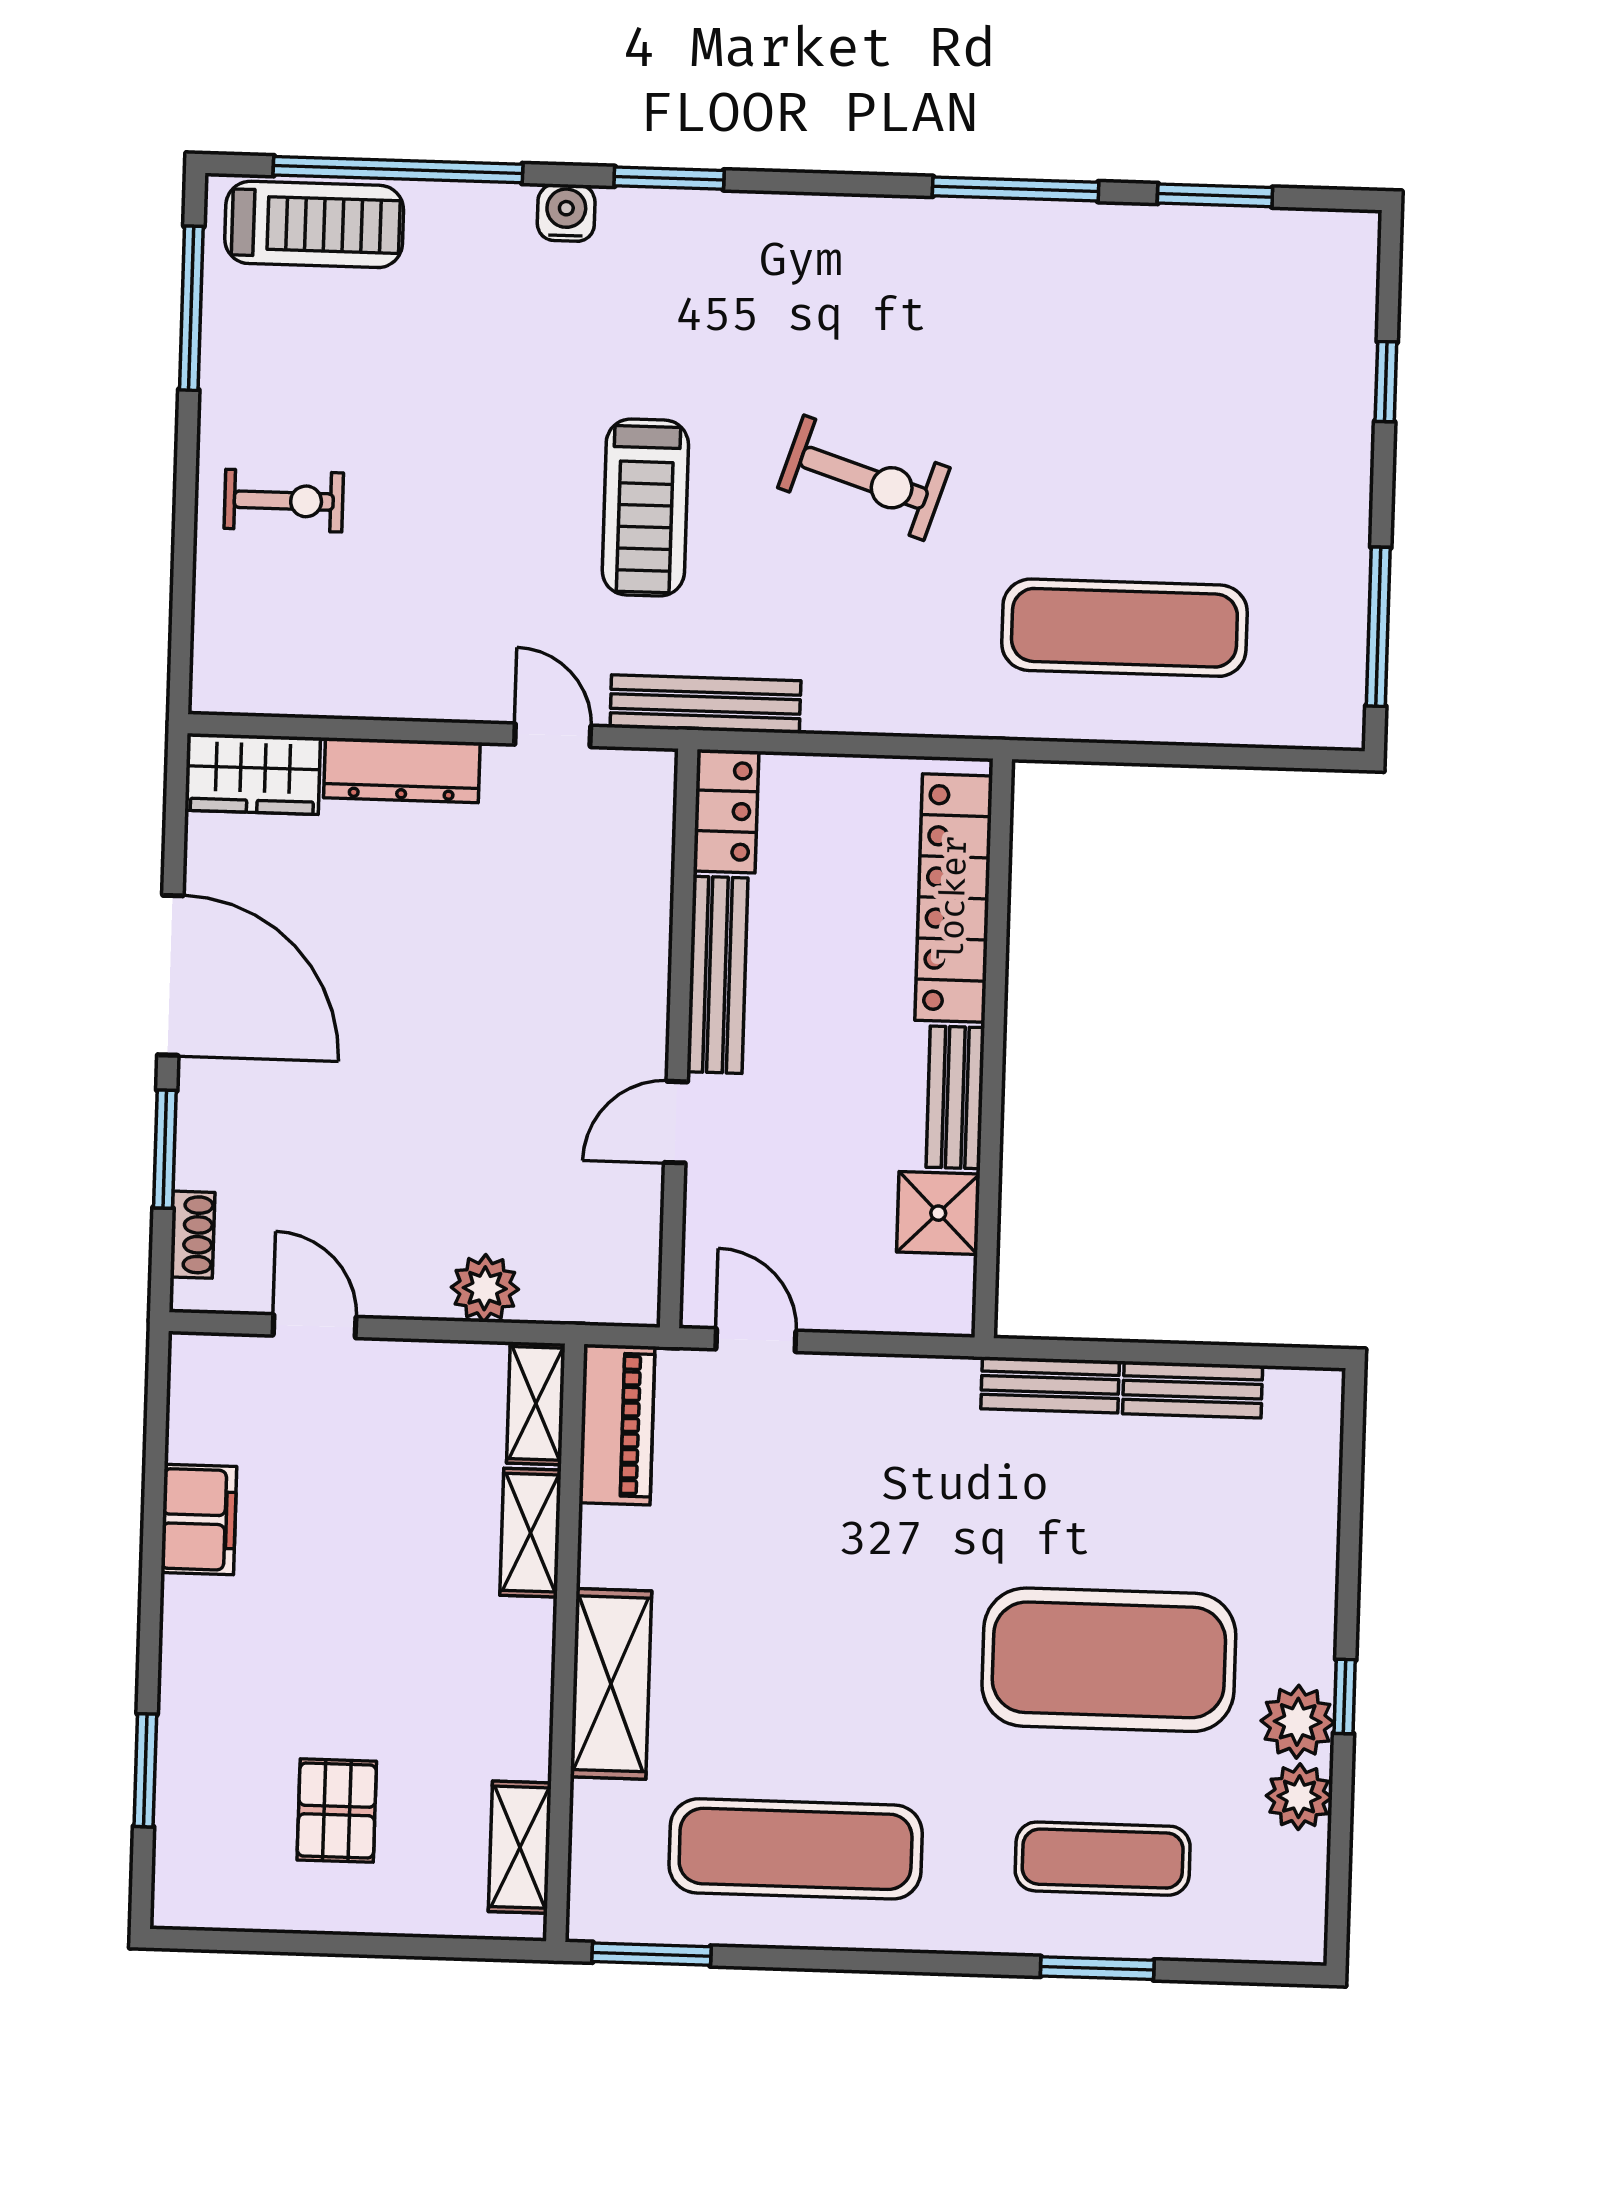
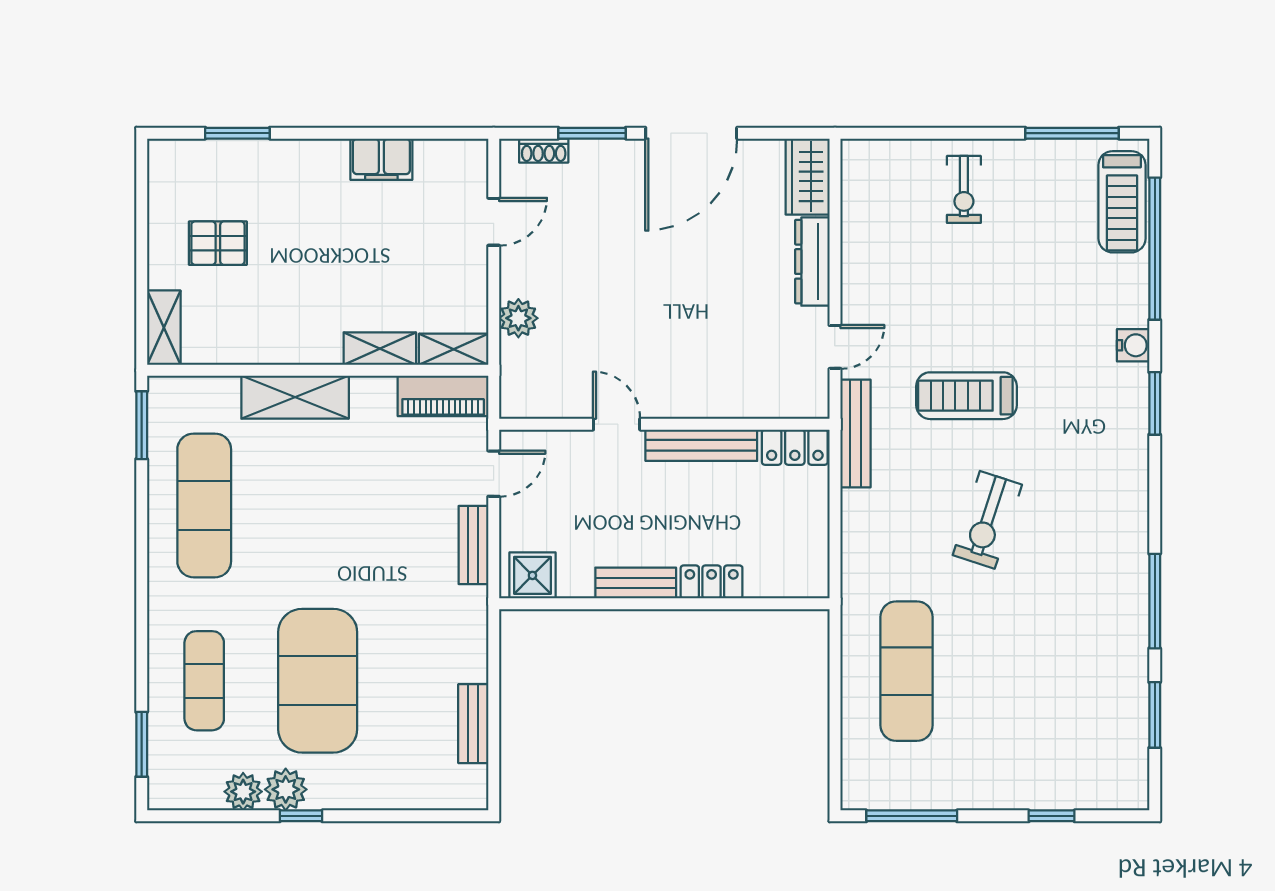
locker: (954, 898) -> (712, 582), width x0.46, depth x0.83
shower: (938, 1213) -> (532, 575), moved
bench: (1050, 1385) -> (473, 545), moved
shelving: (520, 1847) -> (164, 328), moved, turned 90
window: (1097, 1968) -> (142, 744), moved

